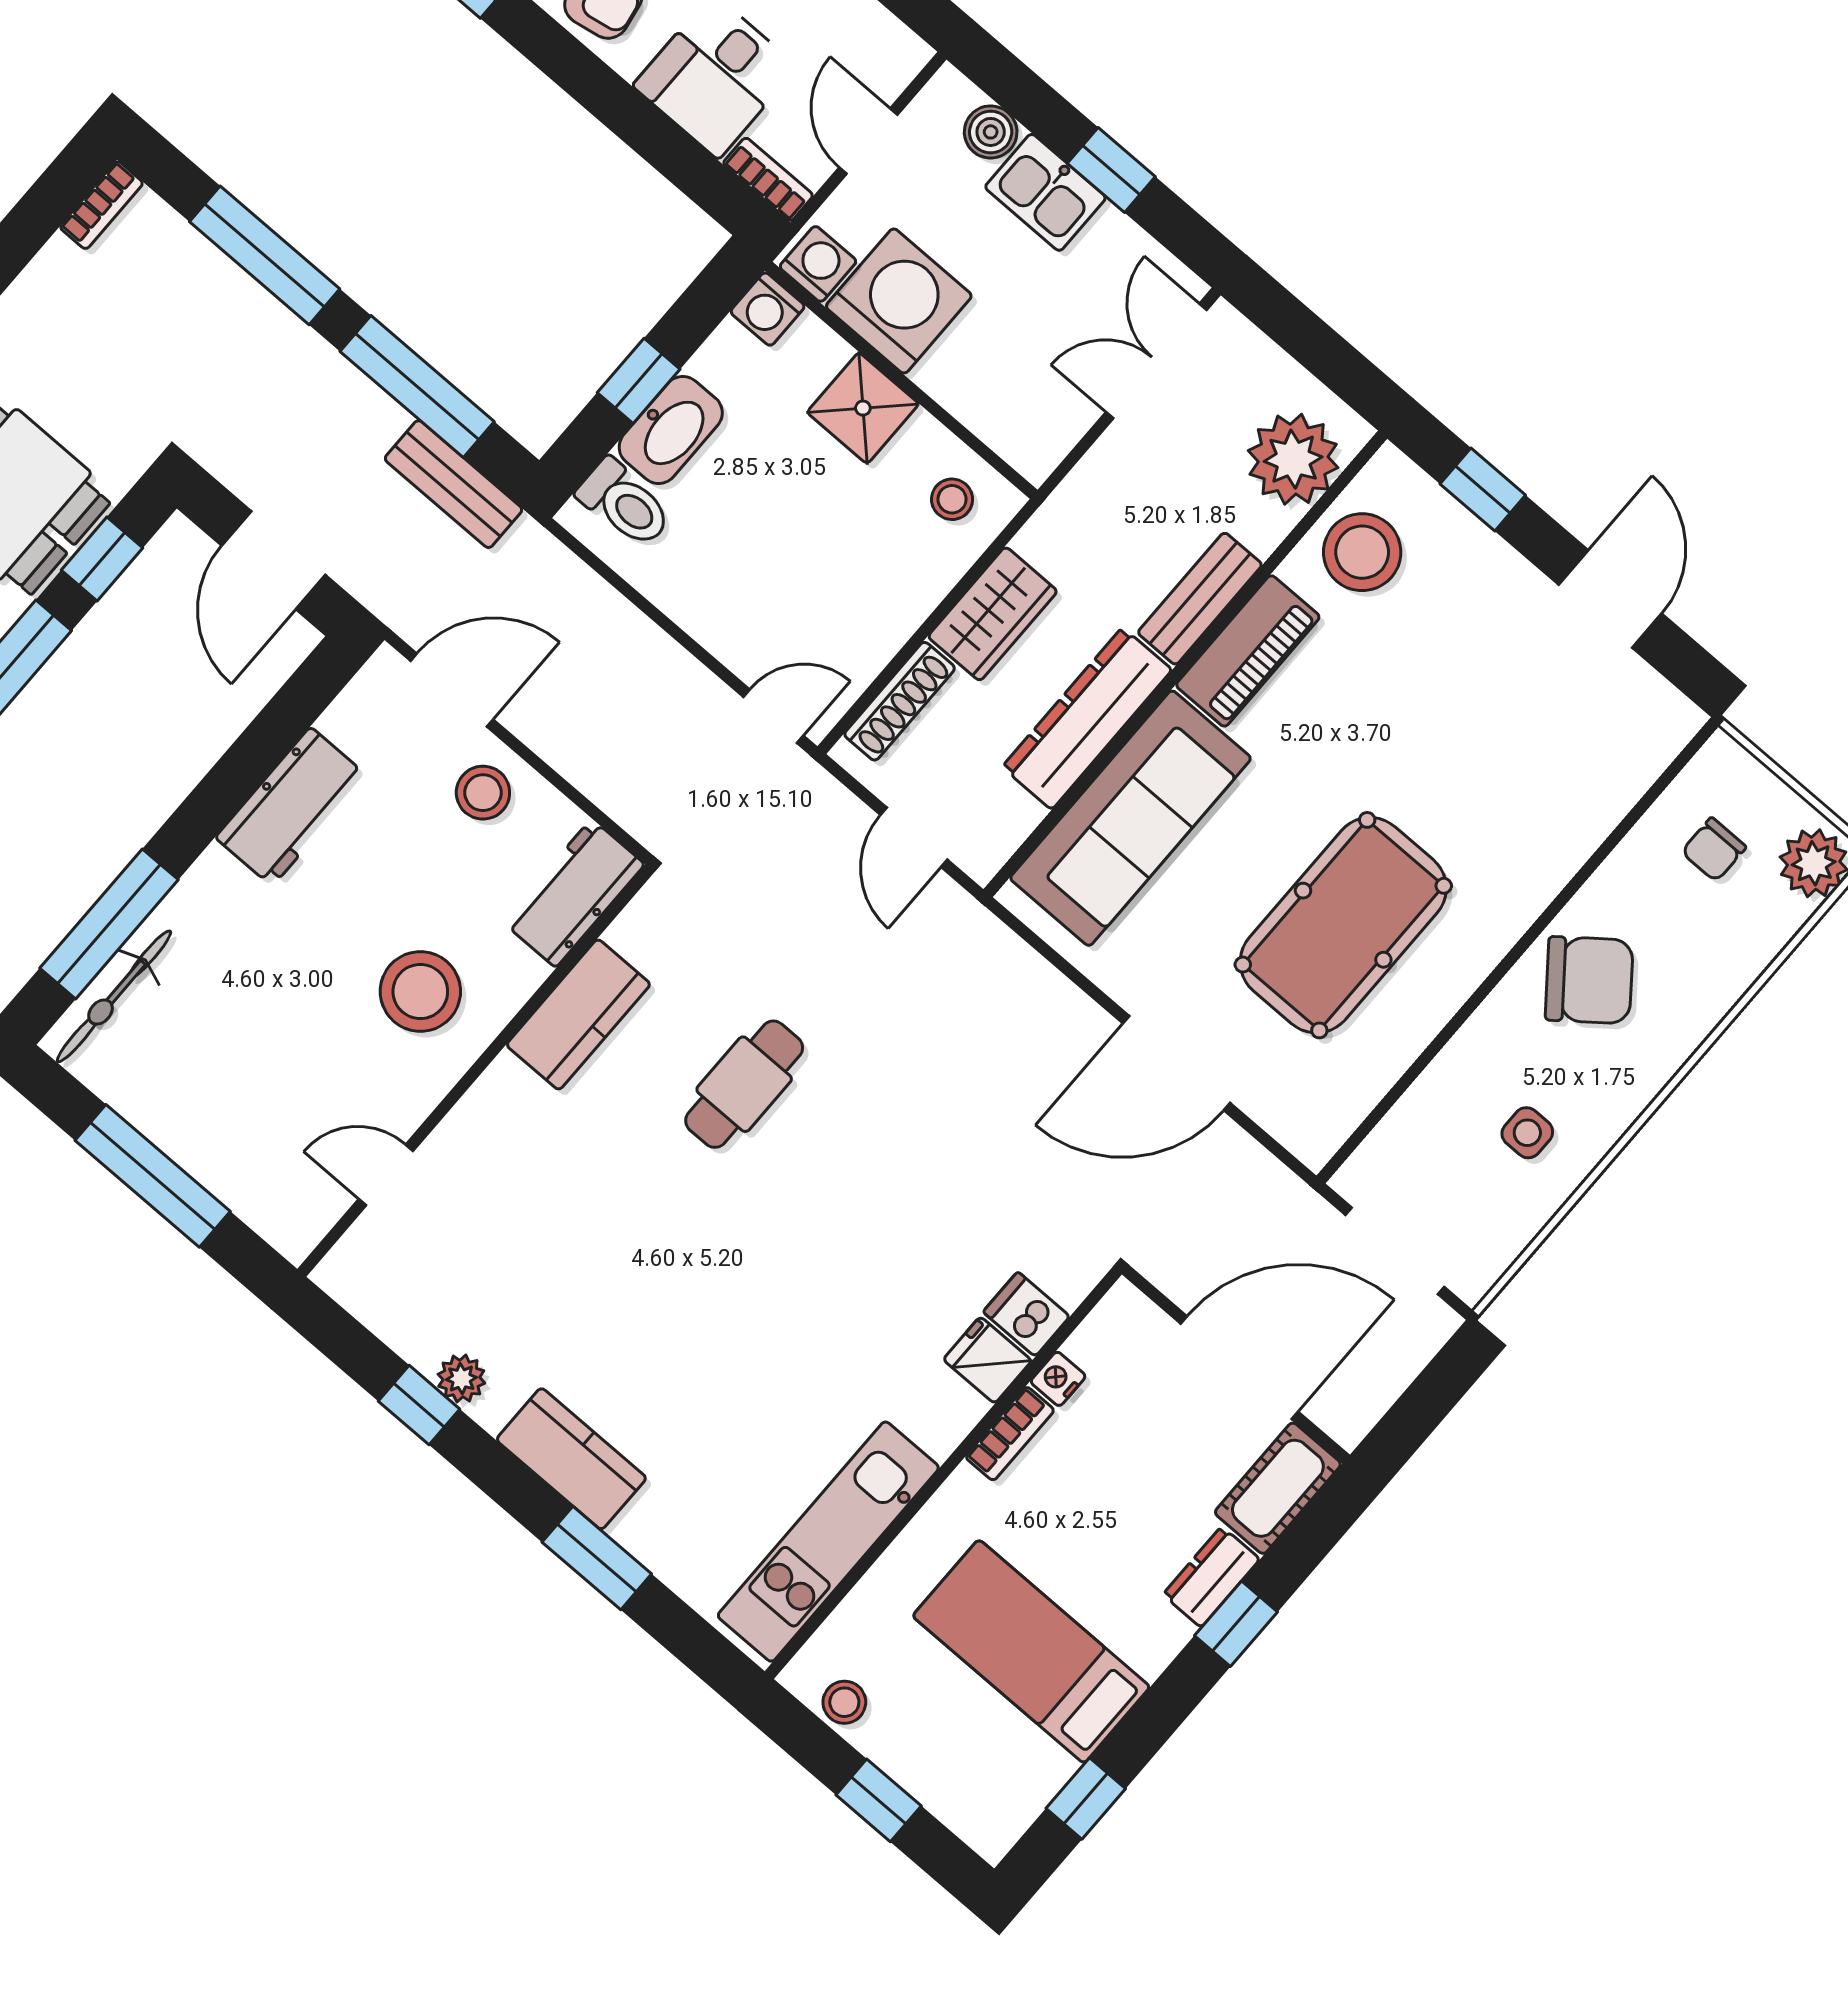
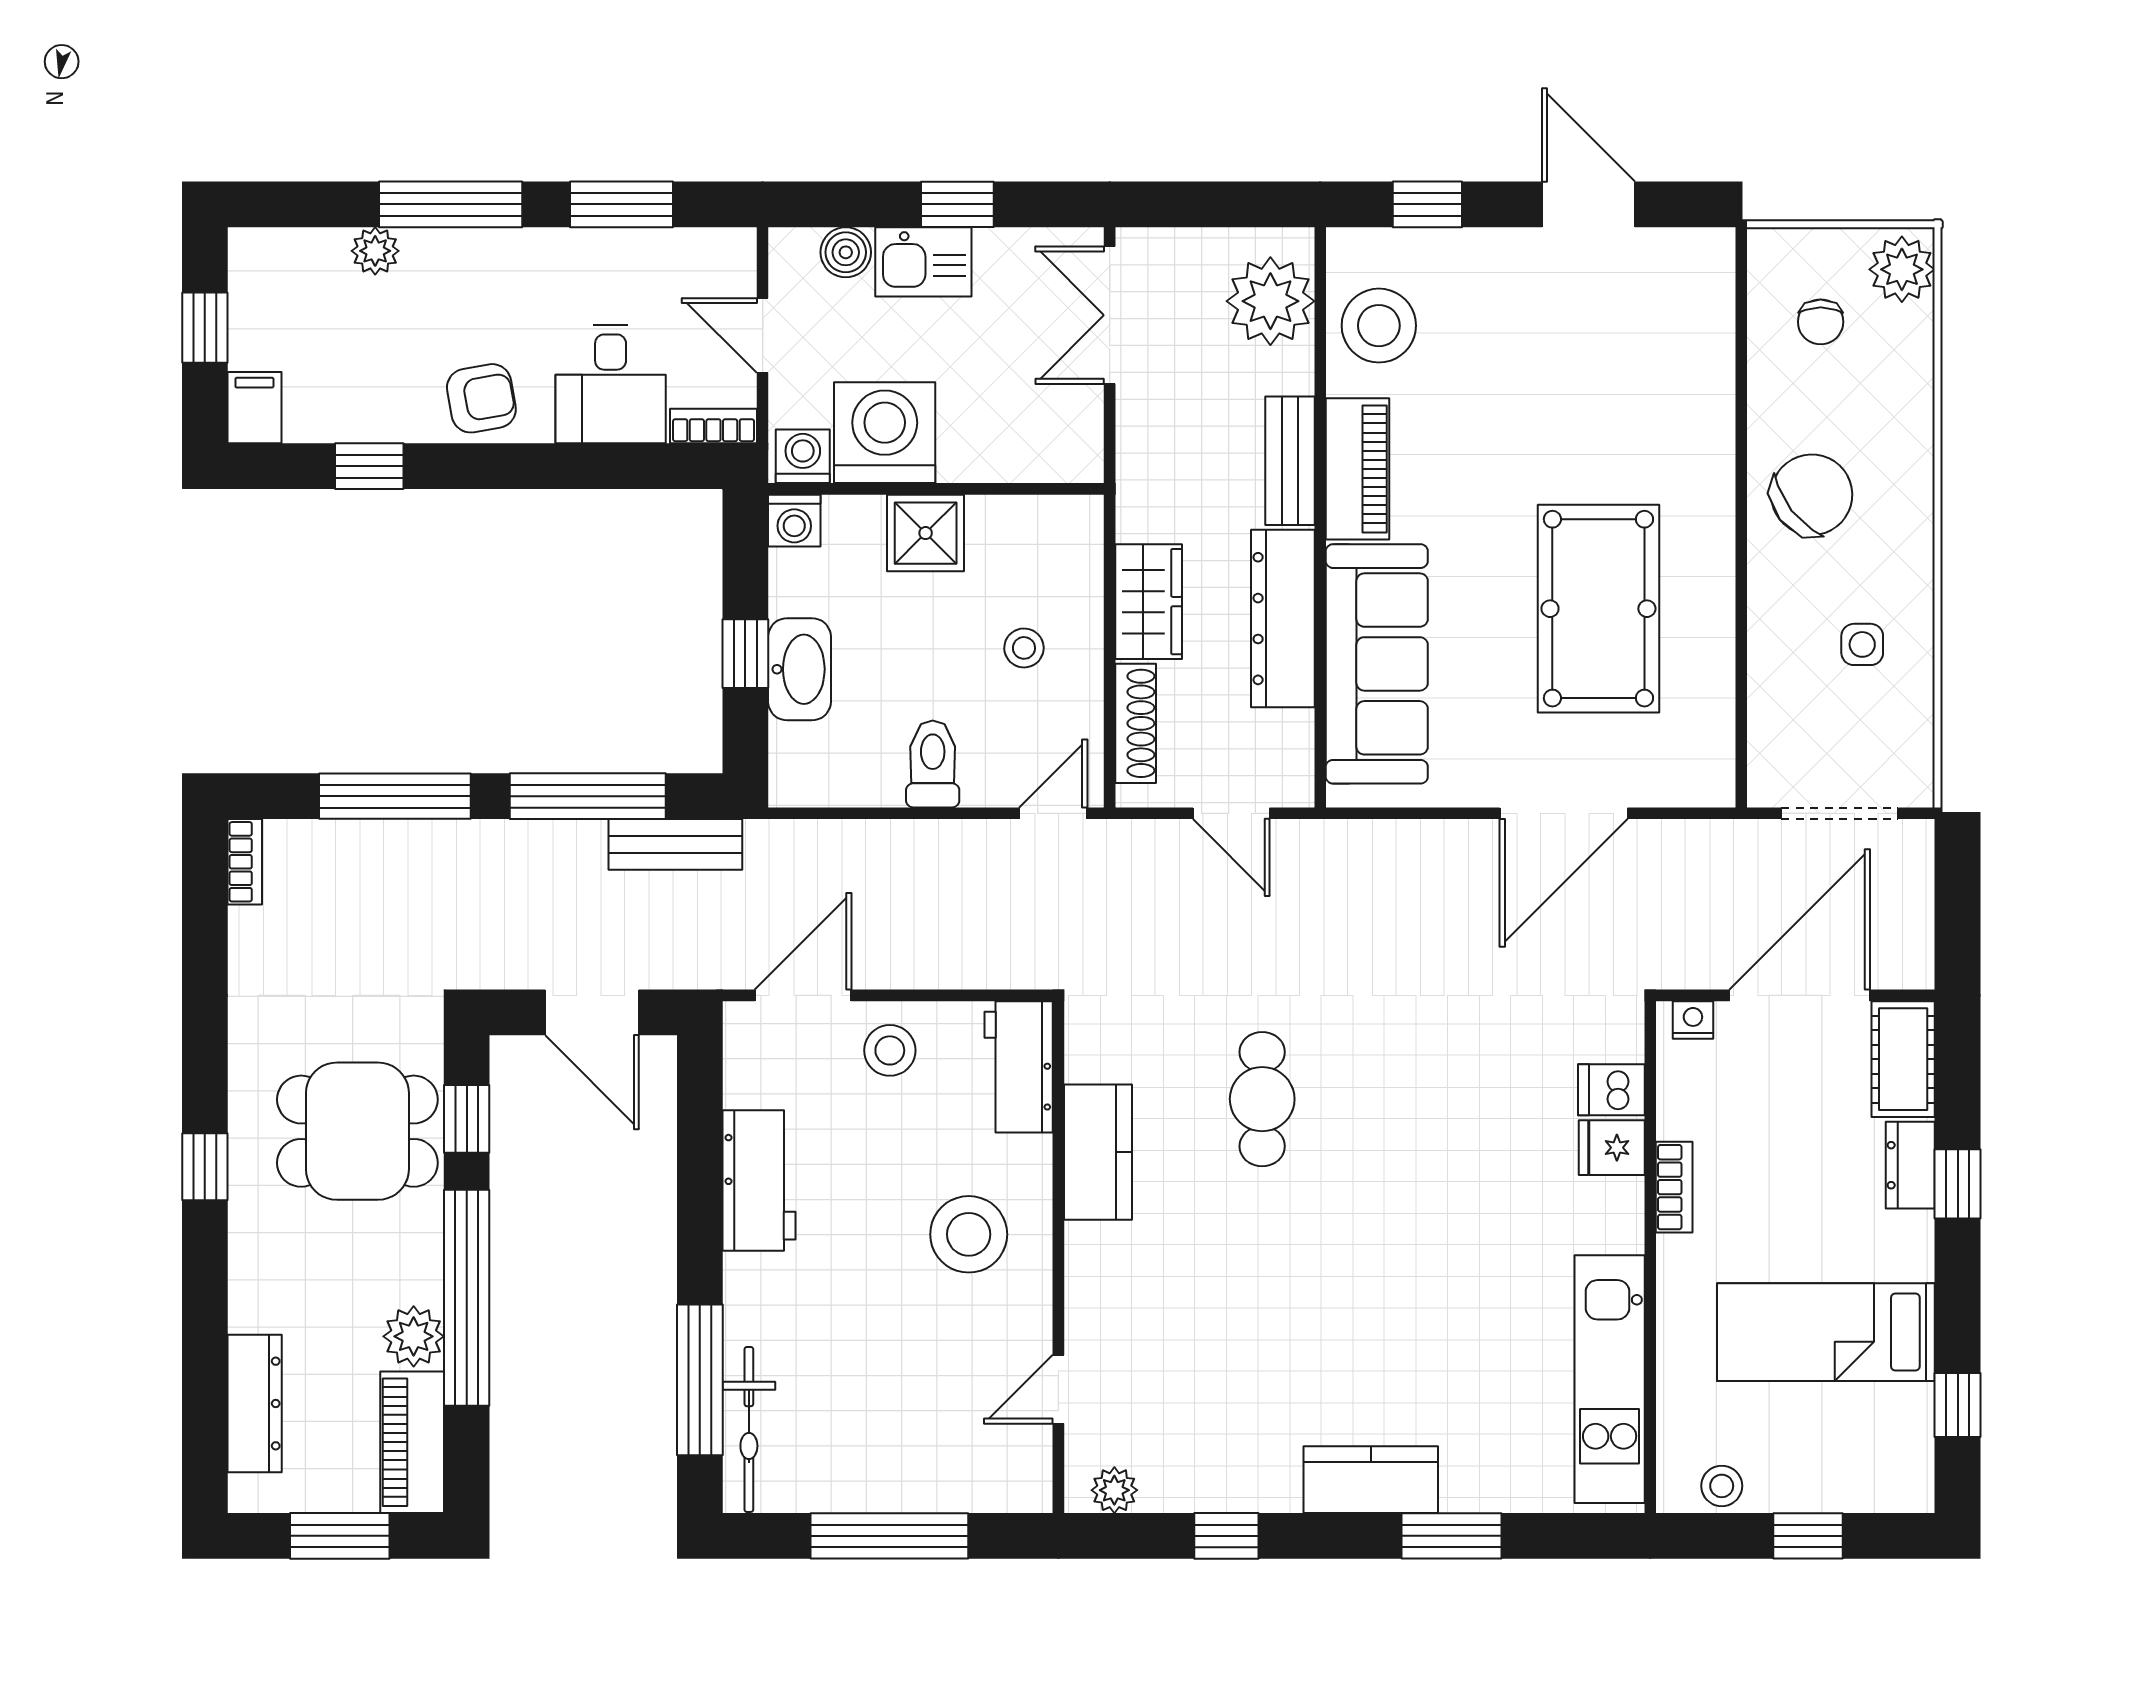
stool: (952, 499) -> (1024, 648), moved
toilet: (625, 503) -> (933, 764), moved, turned -90
plant: (461, 1379) -> (1114, 1490), moved
nightstand: (1058, 1379) -> (1693, 1020), moved, turned 90

